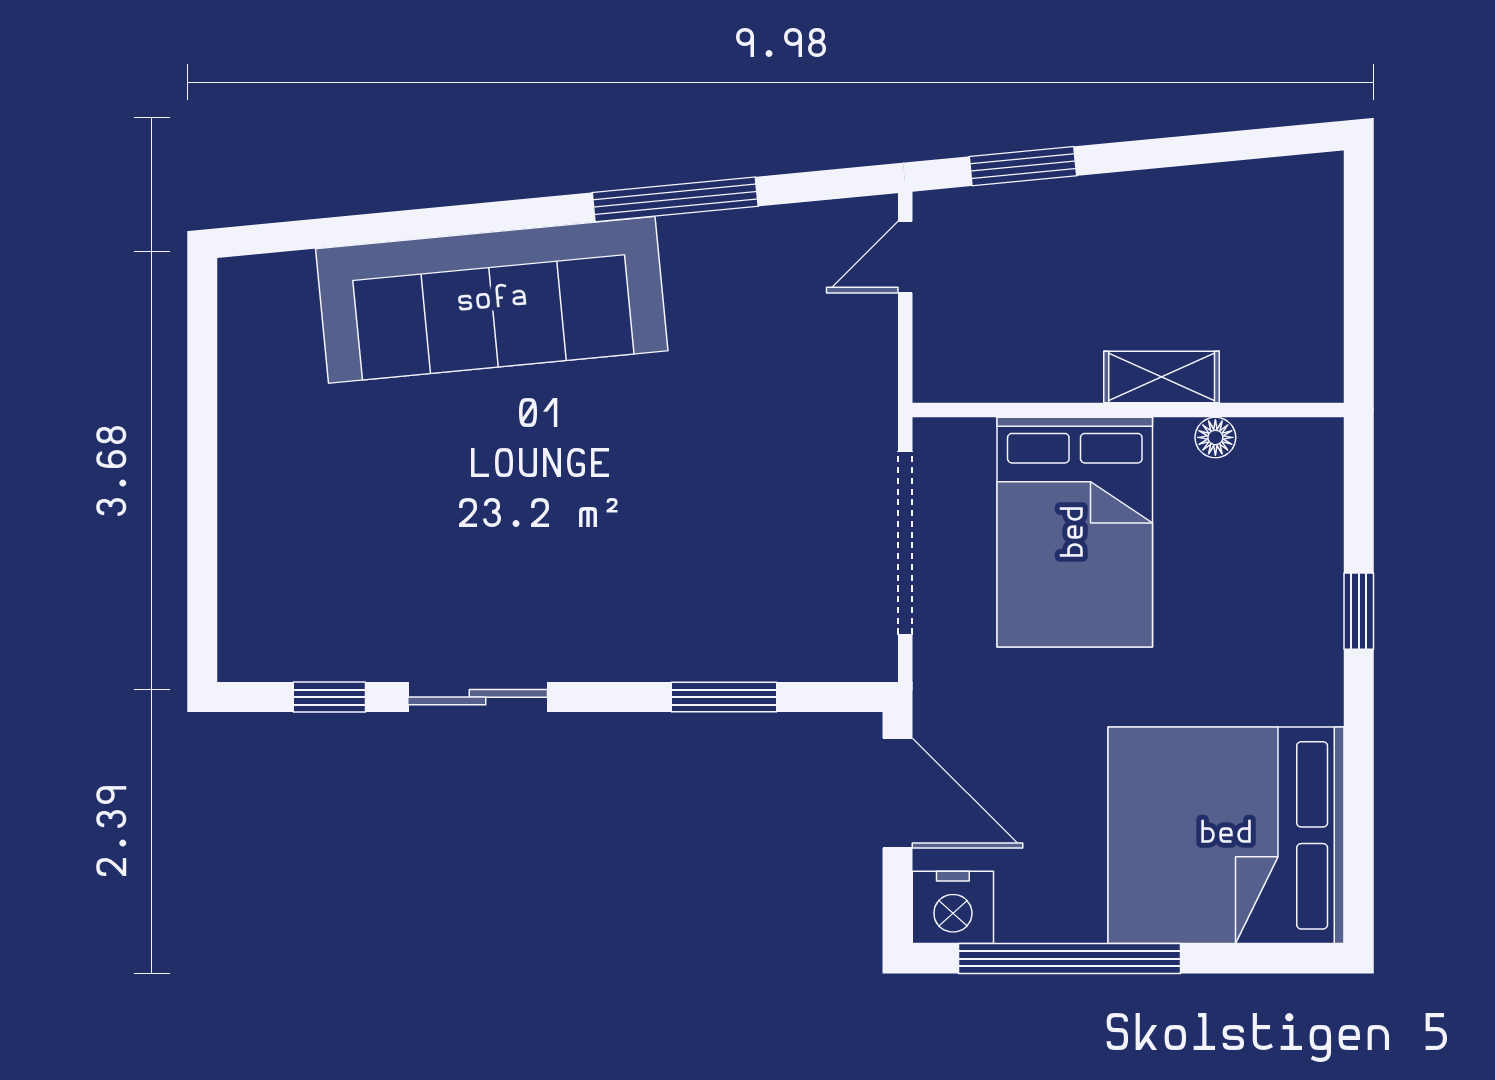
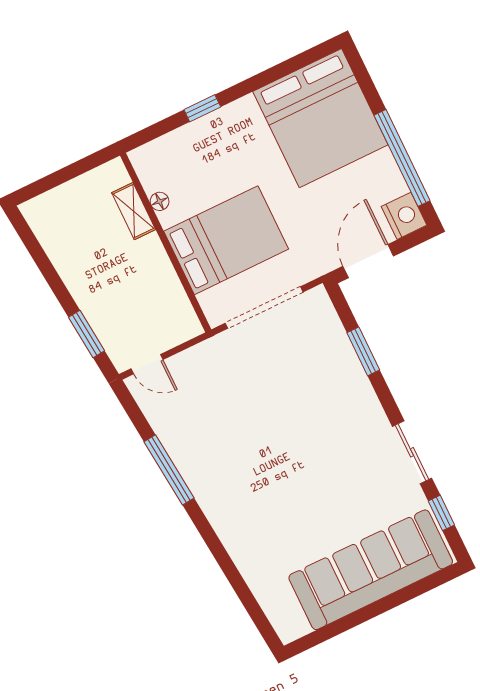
sofa: (492, 300) -> (371, 570), moved, turned -85
shelving: (1162, 377) -> (134, 211), moved

